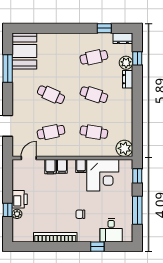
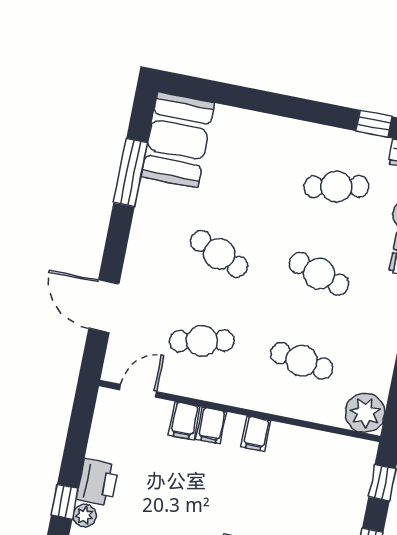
corner desk: (103, 175) -> (302, 465), removed

